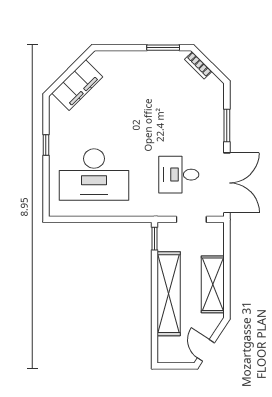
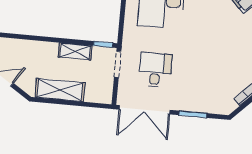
doorway: (191, 219) -> (118, 64), moved
shelving: (169, 294) -> (75, 51), width x0.45, depth x0.75

